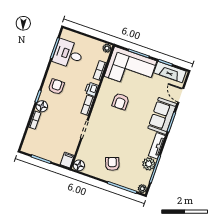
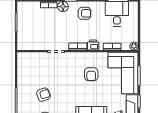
armchair: (121, 101) -> (91, 74), turned -90
filing cabinet: (67, 160) -> (23, 45), removed
armchair: (112, 164) -> (43, 95), moved
floor lamp: (79, 165) -> (22, 57), removed

